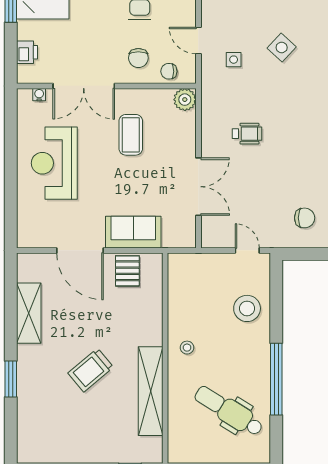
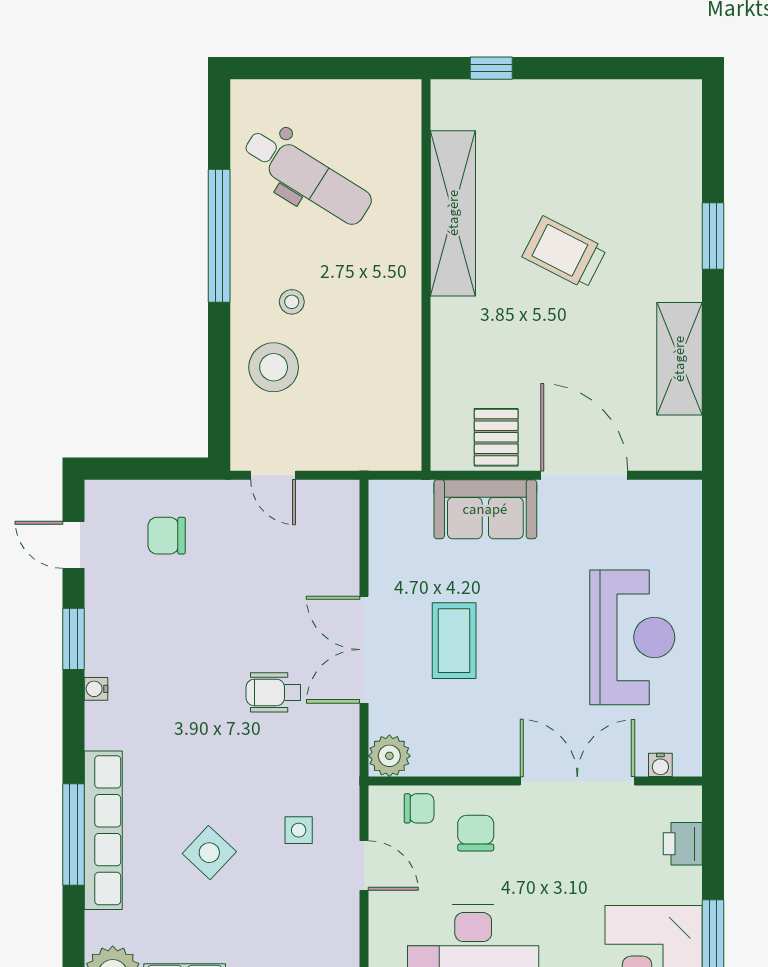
coffee table: (131, 135) -> (454, 641), moved
double door: (198, 187) -> (364, 650), moved
stool: (187, 348) -> (292, 302), moved
trolley: (91, 370) -> (564, 253), turned -113

